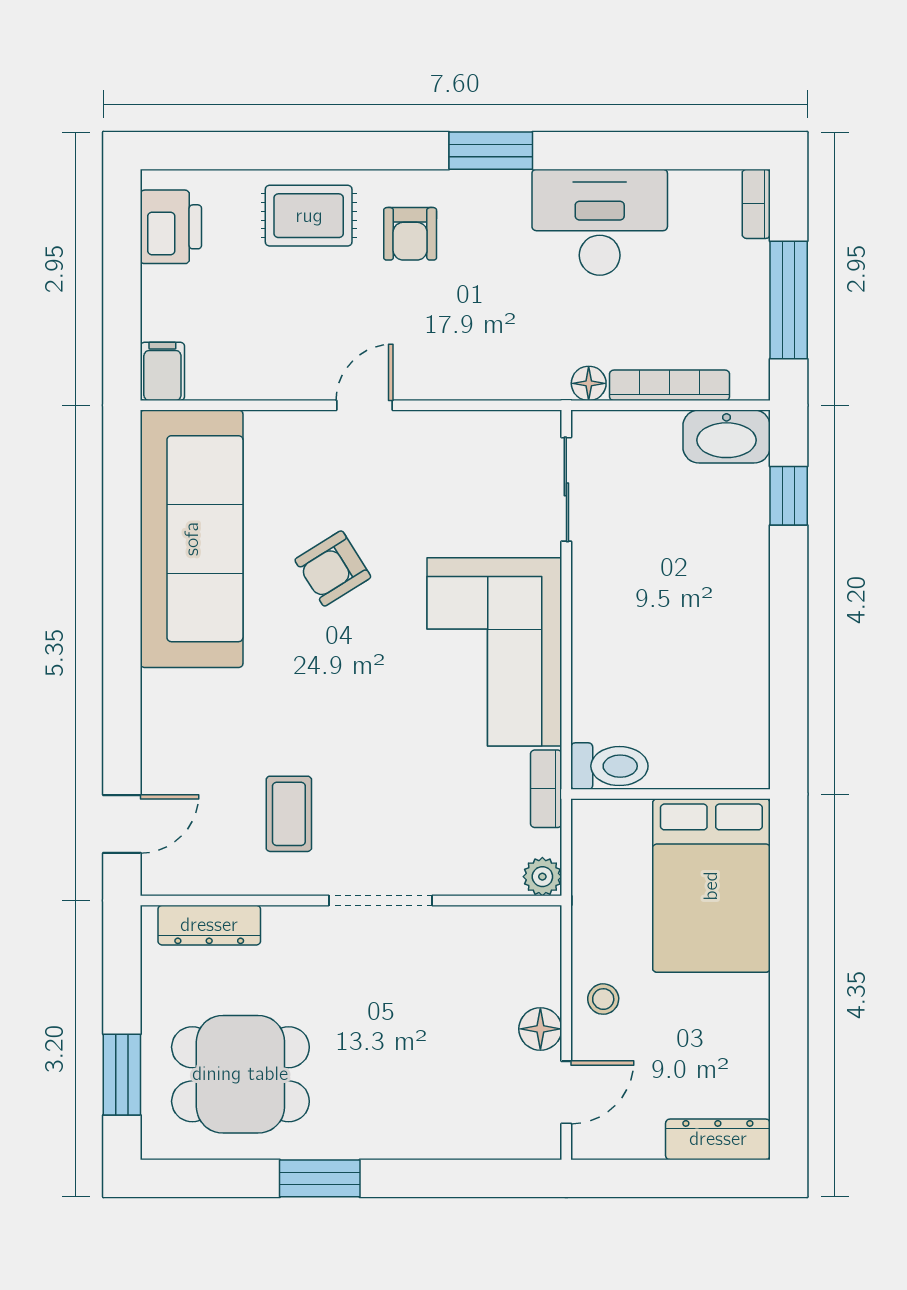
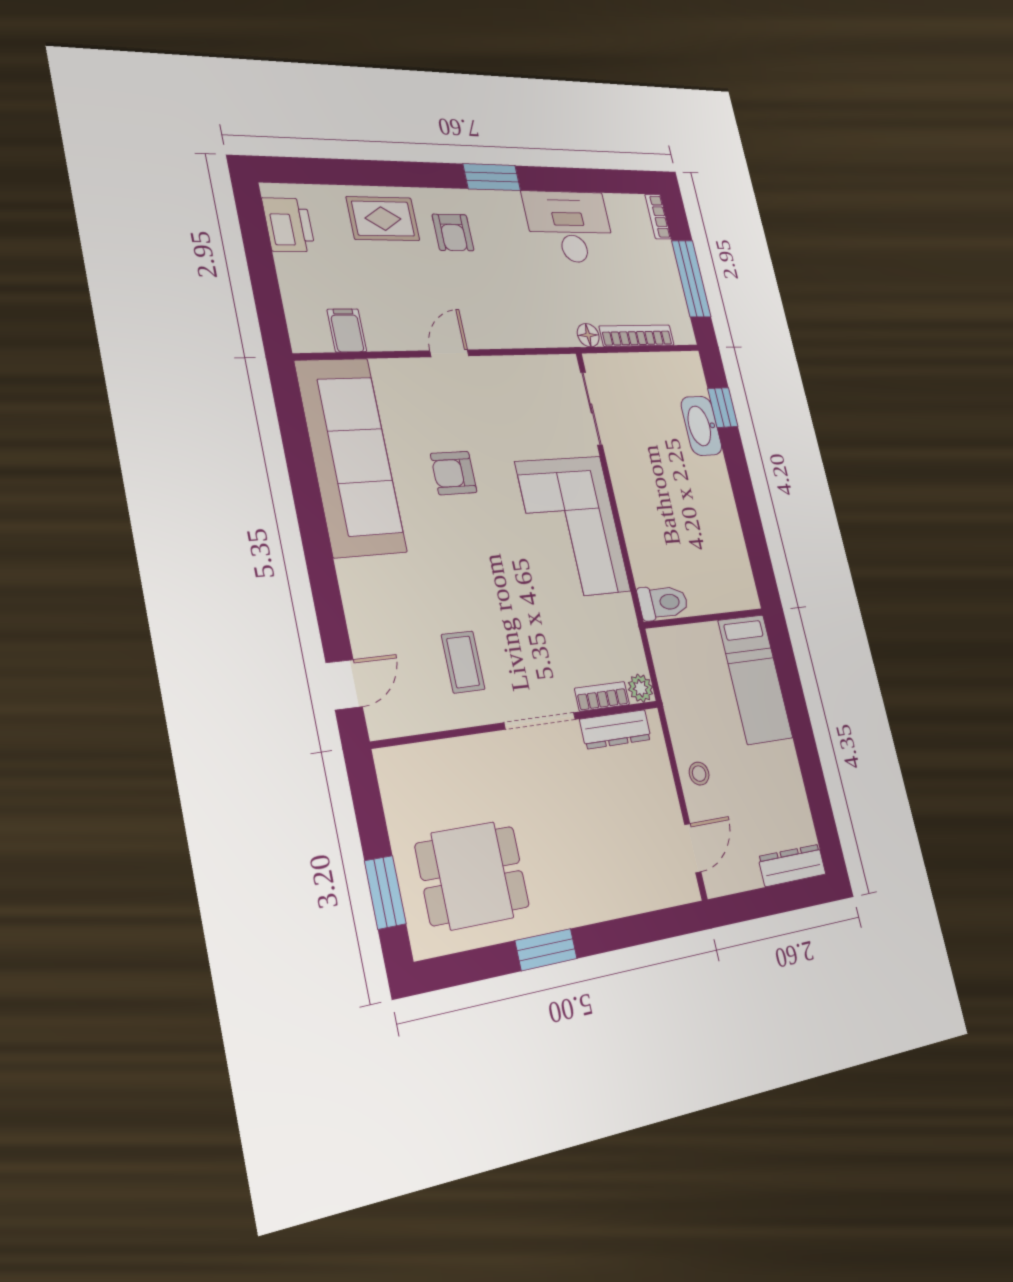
filing cabinet: (162, 371) -> (347, 330), moved
washbasin: (727, 436) -> (701, 426), moved, turned 90
armchair: (333, 568) -> (454, 473), turned 32
bookcase: (546, 789) -> (602, 696), moved, turned 90
bed: (711, 886) -> (755, 679), width x0.67
dresser: (209, 925) -> (616, 729), moved
floor lamp: (540, 1029) -> (665, 803), removed

